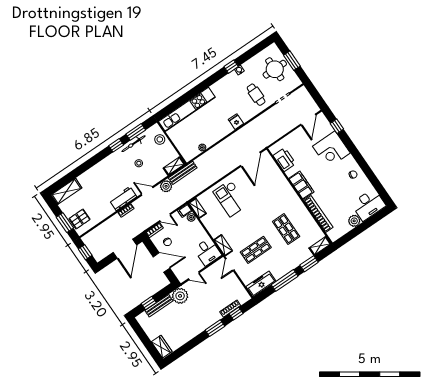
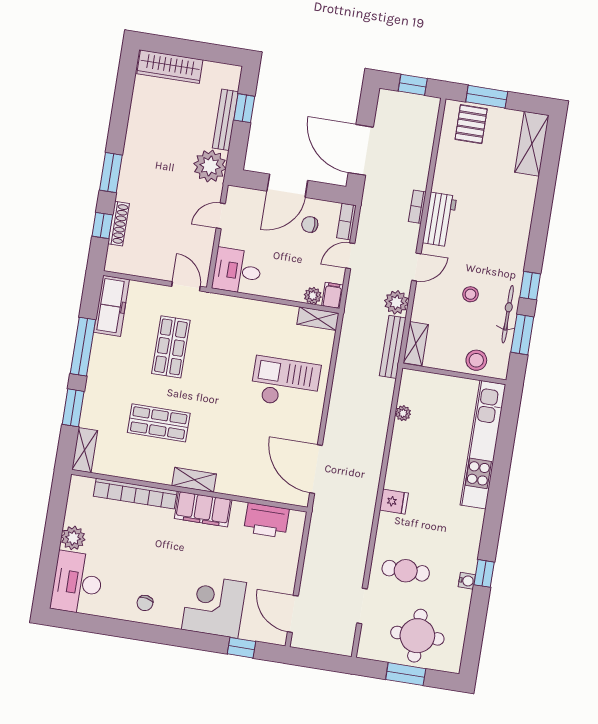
shelving: (223, 245) -> (194, 480), moved
wardrobe: (162, 347) -> (170, 67), width x1.50

